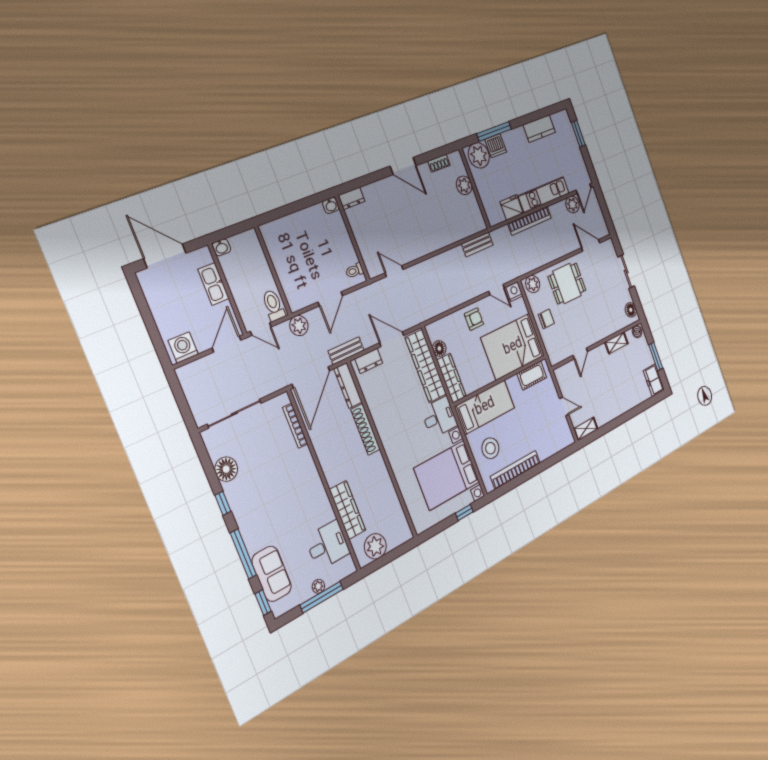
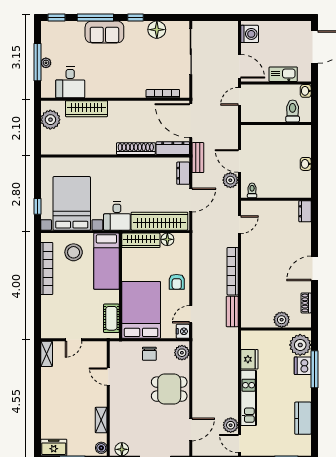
washbasin: (331, 205) -> (306, 164), moved
bookcase: (530, 221) -> (233, 271), moved
dining table: (567, 283) -> (169, 389), turned 90
toilet: (273, 305) -> (293, 111), moved, turned -90
plant: (299, 326) -> (230, 180), moved
sofa: (272, 574) -> (104, 32), moved

